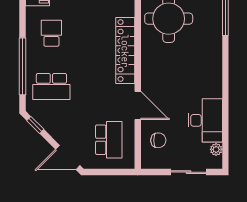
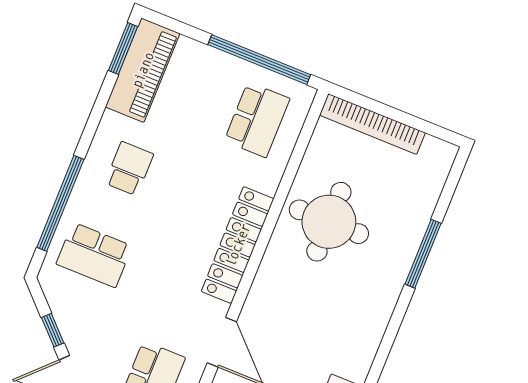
window: (35, 125) -> (53, 330), moved

